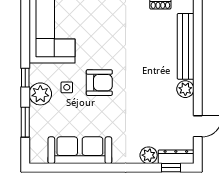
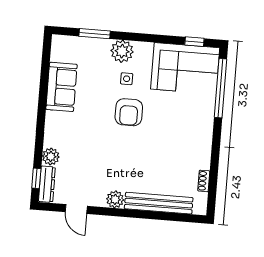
window: (25, 78) -> (194, 42), moved
sofa: (80, 150) -> (61, 87), width x0.73

